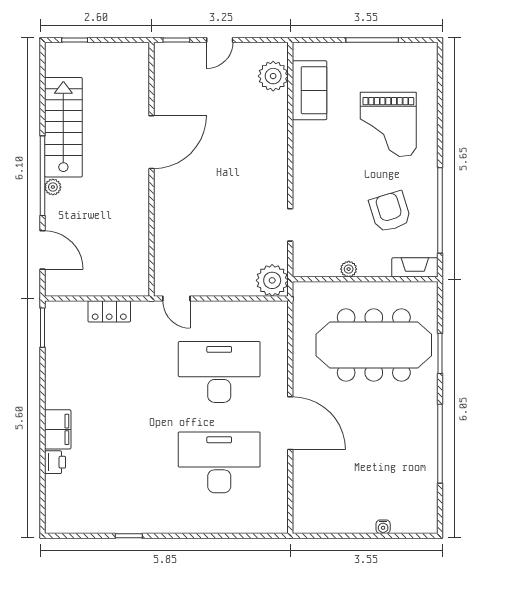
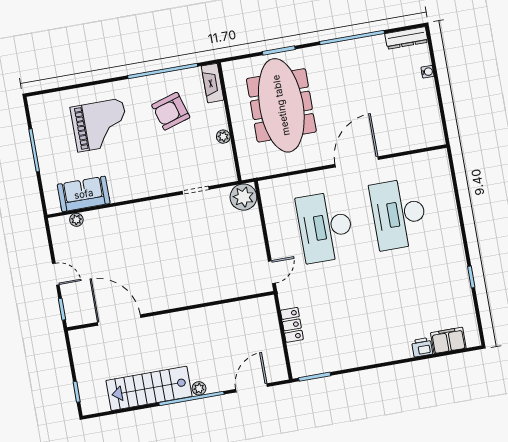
plant: (273, 76) -> (76, 220), width x0.53, depth x0.53
door: (151, 142) -> (119, 320), moved
filing cabinet: (58, 429) -> (448, 340), moved
dresser: (428, 509) -> (406, 38), added

